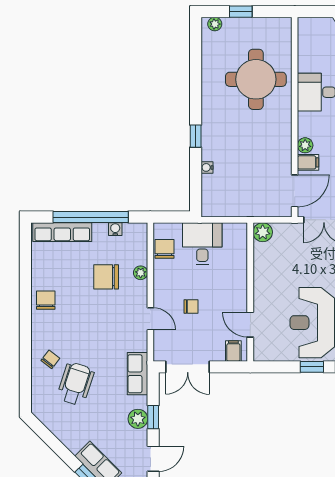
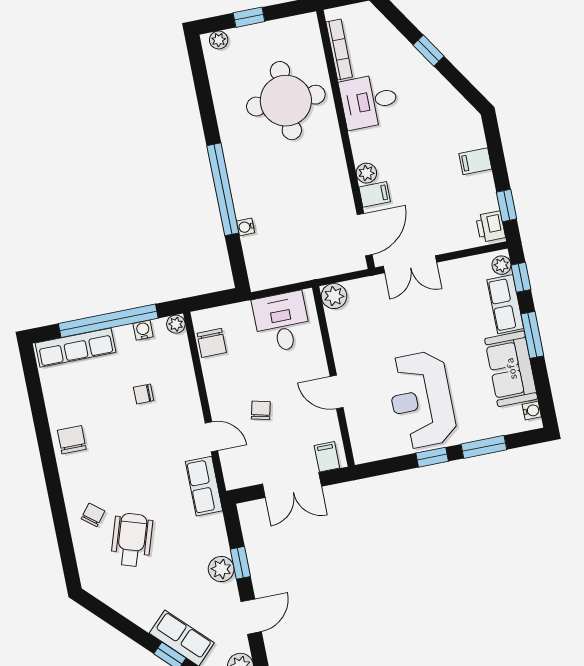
bookcase: (303, 49) -> (339, 50), added
window: (196, 136) -> (223, 189), width x3.17
desk: (202, 244) -> (282, 322), moved
chair: (164, 249) -> (212, 343), turned 180
plant: (141, 273) -> (176, 324), moved
chair: (106, 277) -> (144, 394), width x0.54, depth x0.54
chair: (191, 306) -> (261, 410), turned -77
door: (250, 325) -> (337, 392), moved
double door: (188, 367) -> (292, 485), moved
row of seats: (137, 374) -> (204, 486), moved

